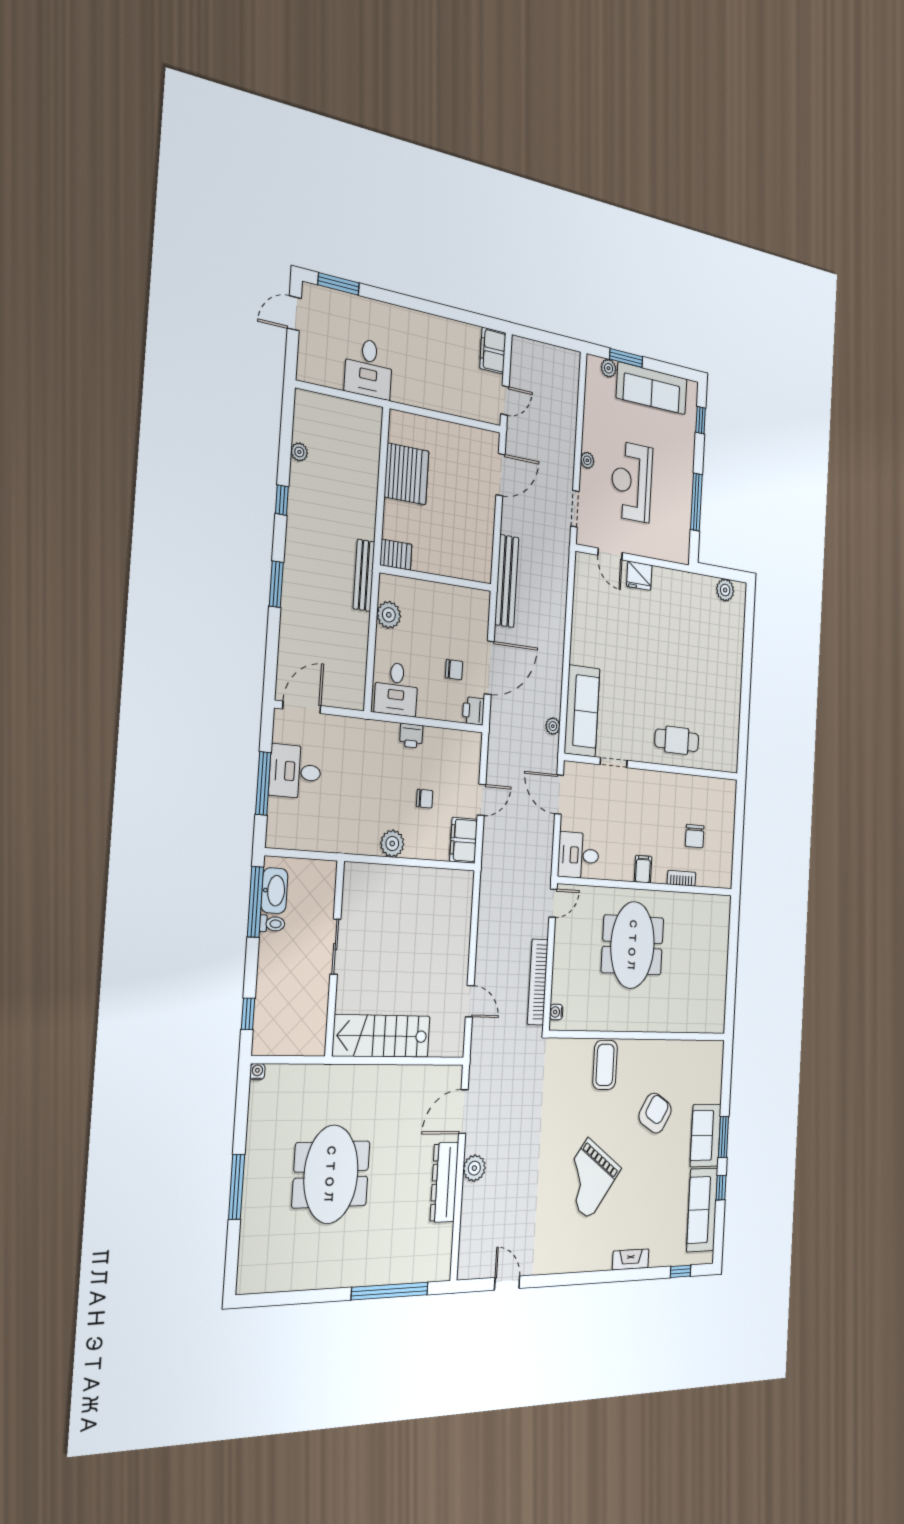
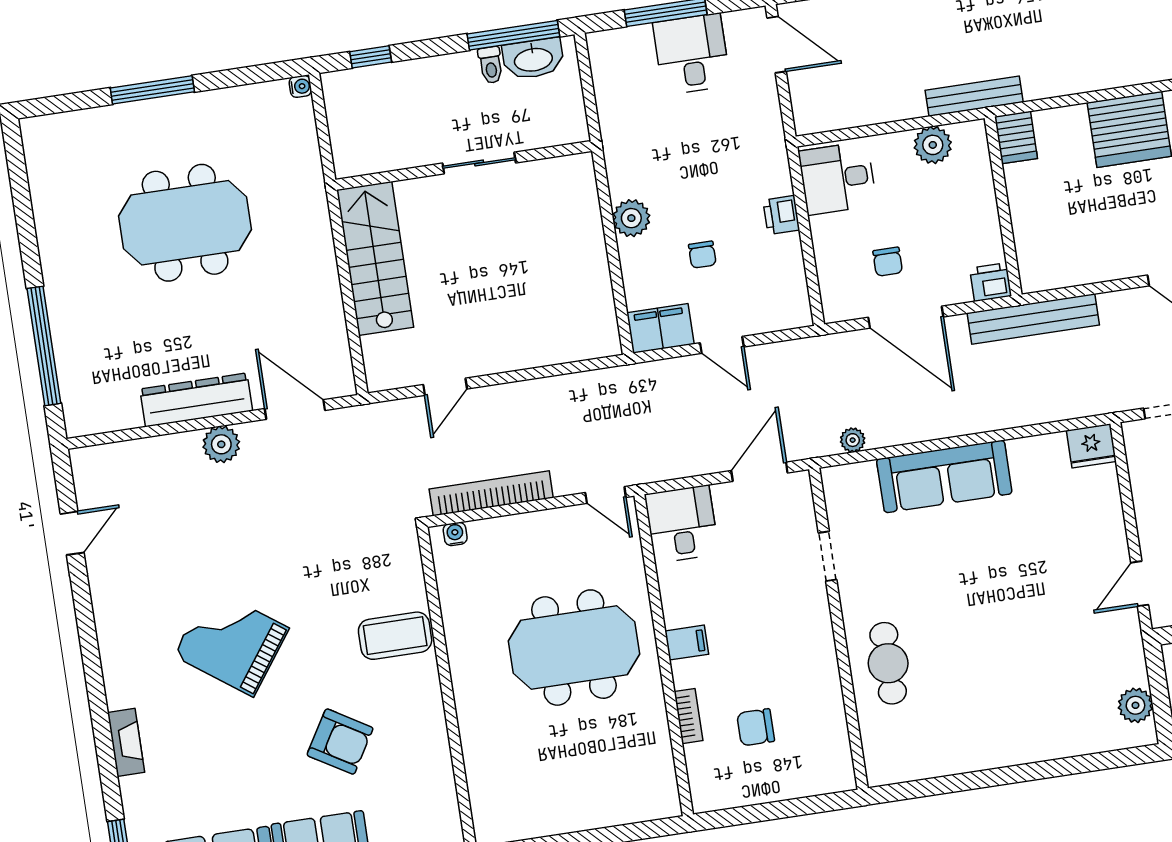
door: (610, 554) -> (1140, 584), moved
fridge: (639, 576) -> (1091, 446), moved, turned -90
printer: (473, 711) -> (991, 282), moved
sofa: (582, 711) -> (944, 476), moved

